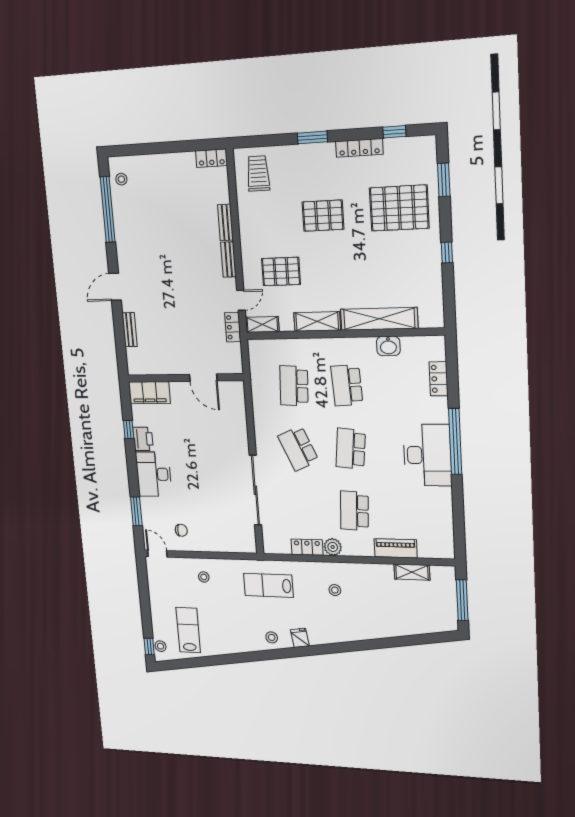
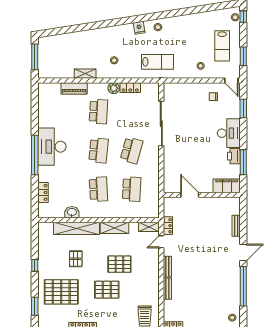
window: (108, 210) -> (243, 286), moved
pallet: (378, 267) -> (76, 259), added
pallet: (281, 271) -> (119, 264), moved
window: (129, 429) -> (243, 162), width x2.17
school desk: (298, 448) -> (132, 150), turned 39
shelving: (412, 572) -> (85, 74), moved
window: (144, 589) -> (243, 56), added
lab bench: (188, 630) -> (222, 46), moved

